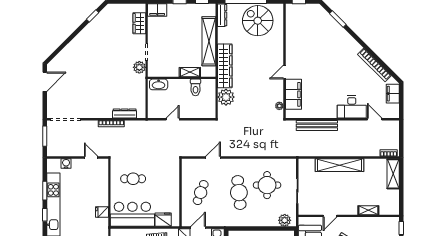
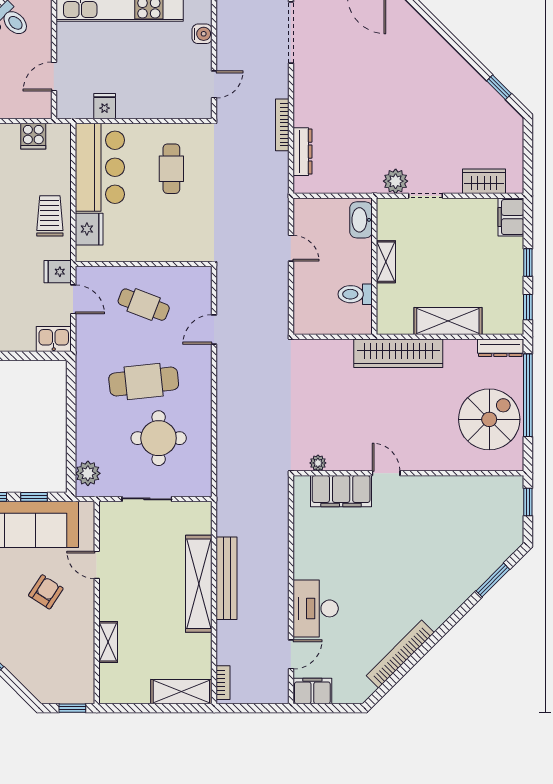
shelving: (209, 41) -> (448, 321), width x0.68
shelving: (190, 72) -> (386, 262), moved
filing cabinet: (393, 94) -> (312, 691), moved
plant: (226, 97) -> (336, 355), removed
bench: (317, 125) -> (227, 578), moved
door: (213, 157) -> (214, 329), swing flipped

